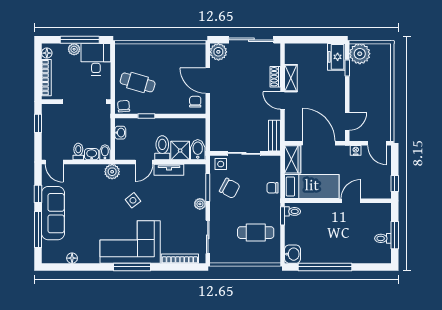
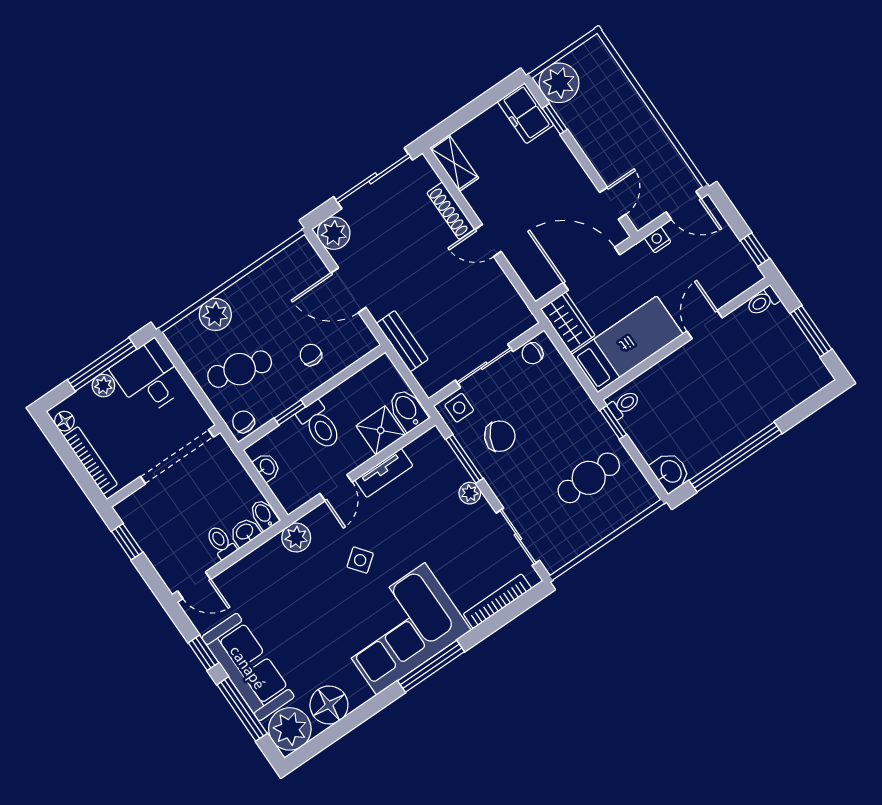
plant: (143, 52) -> (215, 314), added
shoe rack: (275, 77) -> (451, 211), width x1.43
shelving: (291, 78) -> (454, 163), moved
chair: (195, 102) -> (311, 355), moved
bench: (274, 136) -> (402, 341), moved
toilet: (162, 148) -> (320, 425), moved, turned 180
chair: (273, 188) -> (532, 353), moved
toilet: (383, 238) -> (763, 301), moved
plant: (53, 252) -> (290, 729), added
floor lamp: (72, 258) -> (329, 705), width x1.89, depth x1.89

